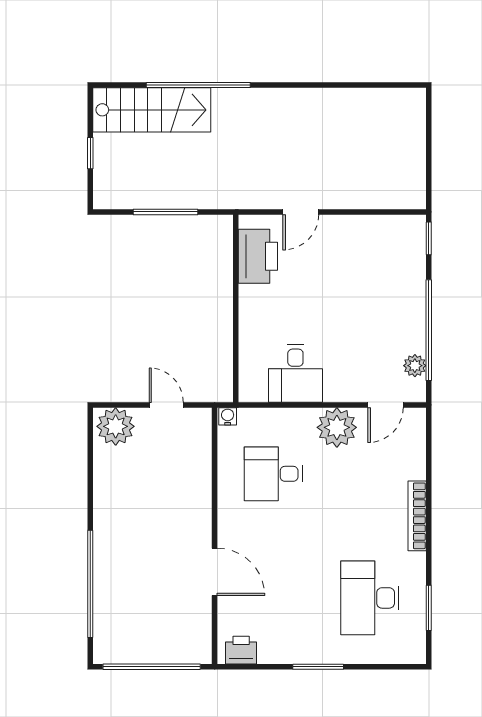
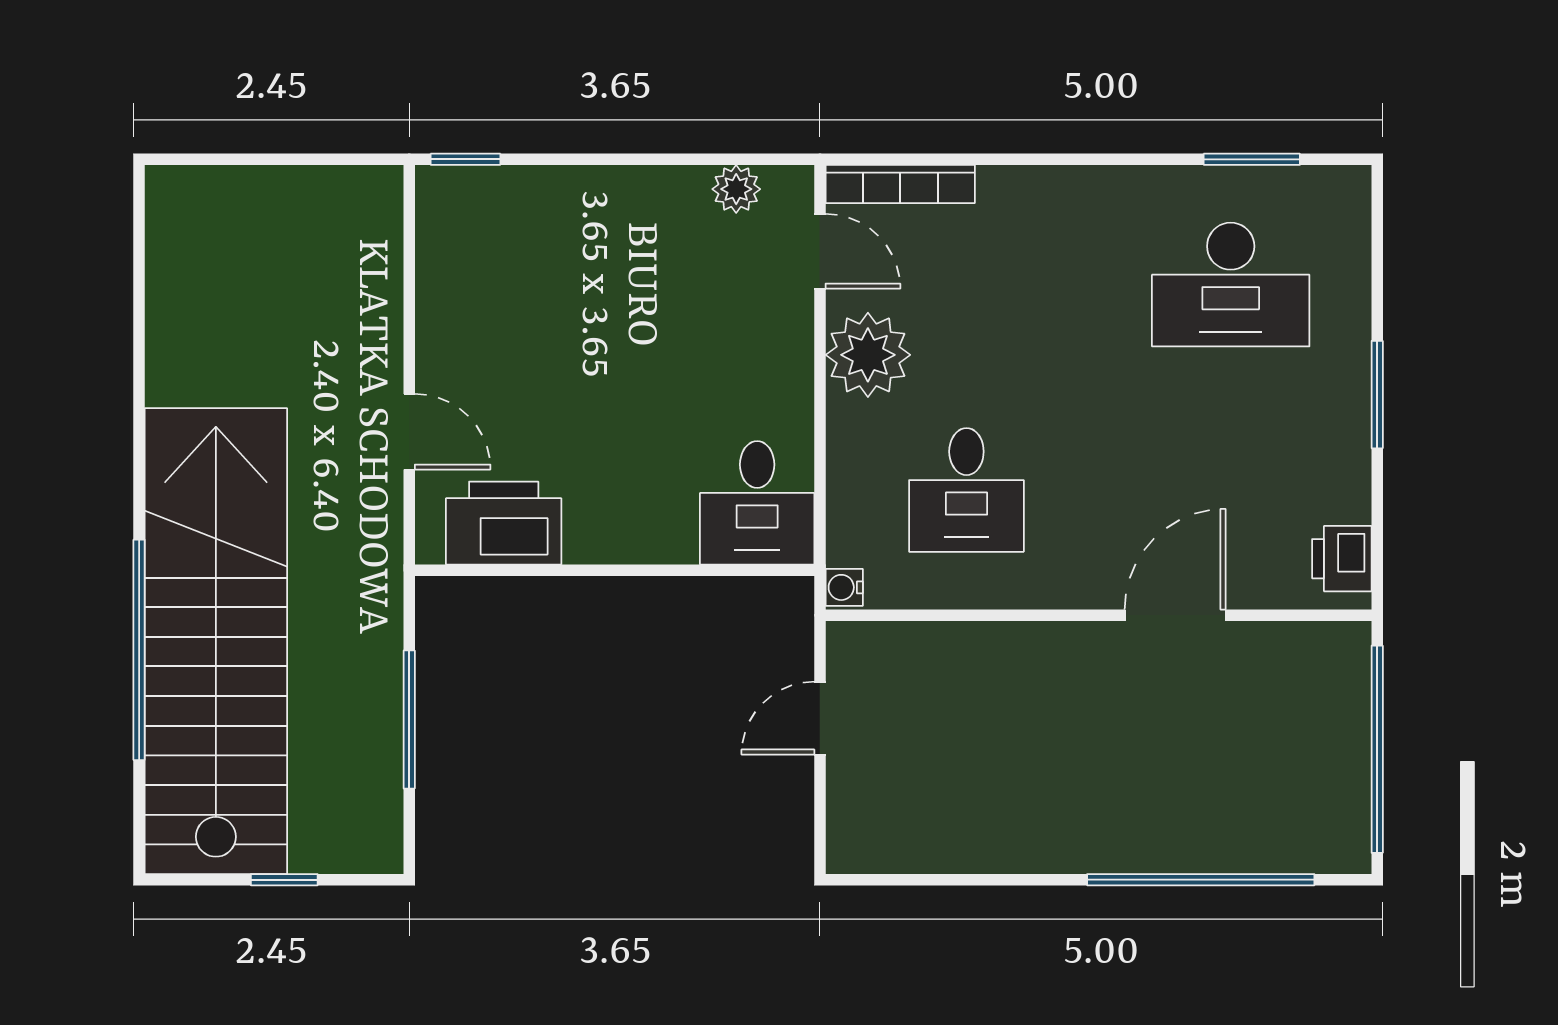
stairs: (152, 110) -> (216, 641), width x1.86, depth x1.51
window: (429, 330) -> (661, 159), removed
desk: (295, 373) -> (757, 503), moved, turned 90
plant: (116, 426) -> (866, 826), removed
bookcase: (417, 516) -> (900, 184), moved

